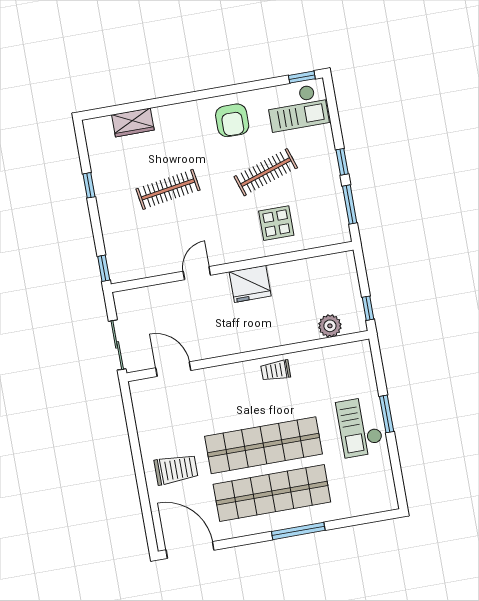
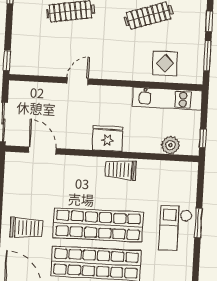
display table: (276, 223) -> (165, 63), moved
kitchen unit: (313, 269) -> (167, 99), added
fridge: (250, 284) -> (107, 138), moved, turned 180
trolley: (276, 371) -> (121, 170), width x1.36, depth x1.39

